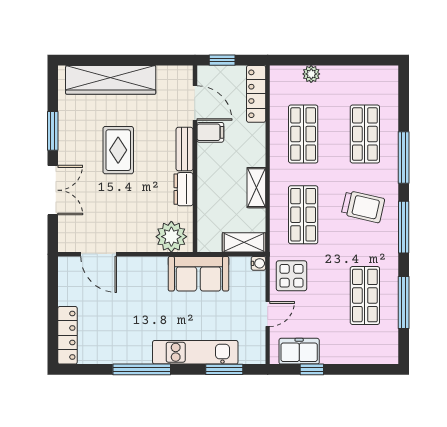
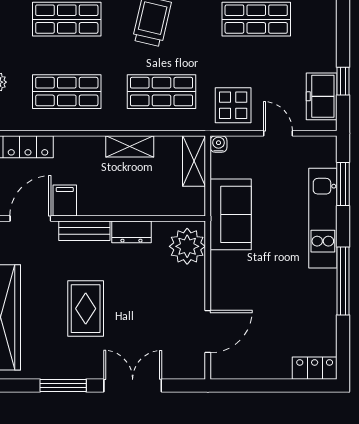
rug: (118, 150) -> (86, 309), turned 90
locker: (67, 335) -> (315, 368), width x0.66

